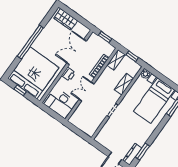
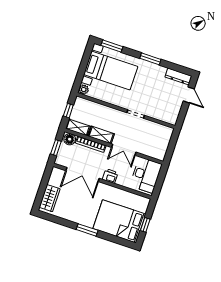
window: (30, 42) -> (87, 230), width x0.47
floor lamp: (108, 50) -> (70, 139), added
bed: (33, 73) -> (119, 221), width x0.73
shelving: (124, 84) -> (101, 135), moved
window: (143, 152) -> (150, 59), moved

